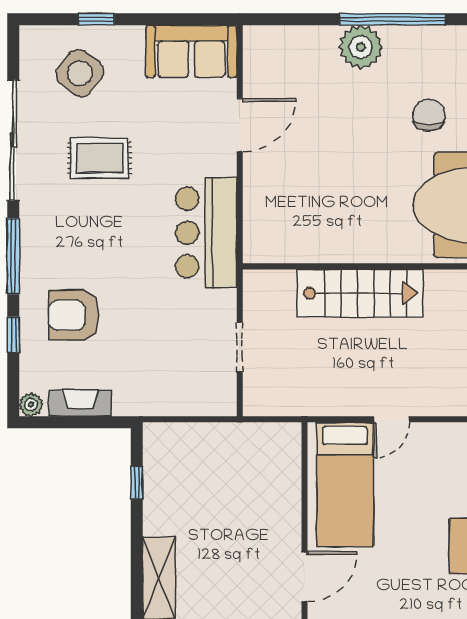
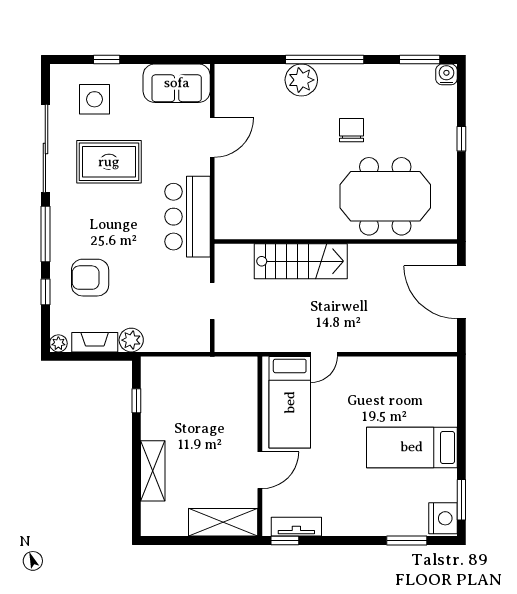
side table: (80, 73) -> (94, 99), turned -38
rug: (100, 158) -> (109, 162), width x1.36, depth x1.43
plant: (130, 400) -> (131, 340), added

